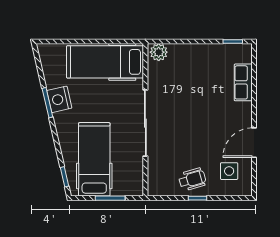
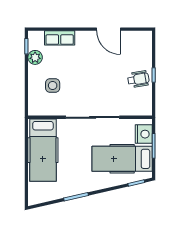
plant: (159, 52) -> (35, 57), moved
nightstand: (59, 99) -> (144, 134), moved, turned -77
side table: (229, 171) -> (53, 86), moved
wheelchair: (192, 179) -> (138, 79), turned 96

